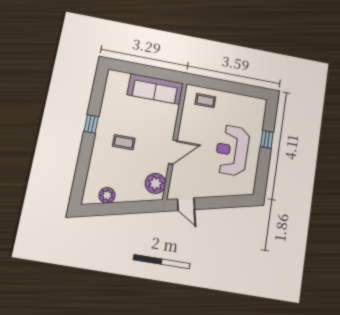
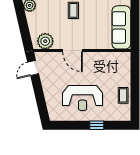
coffee table: (205, 101) -> (123, 95), moved
reception desk: (232, 150) -> (83, 98), turned 180

